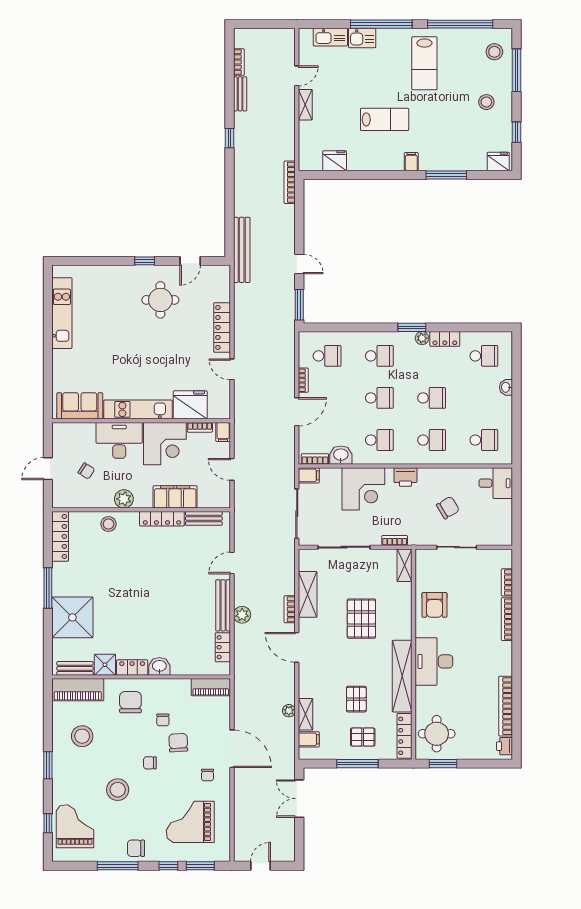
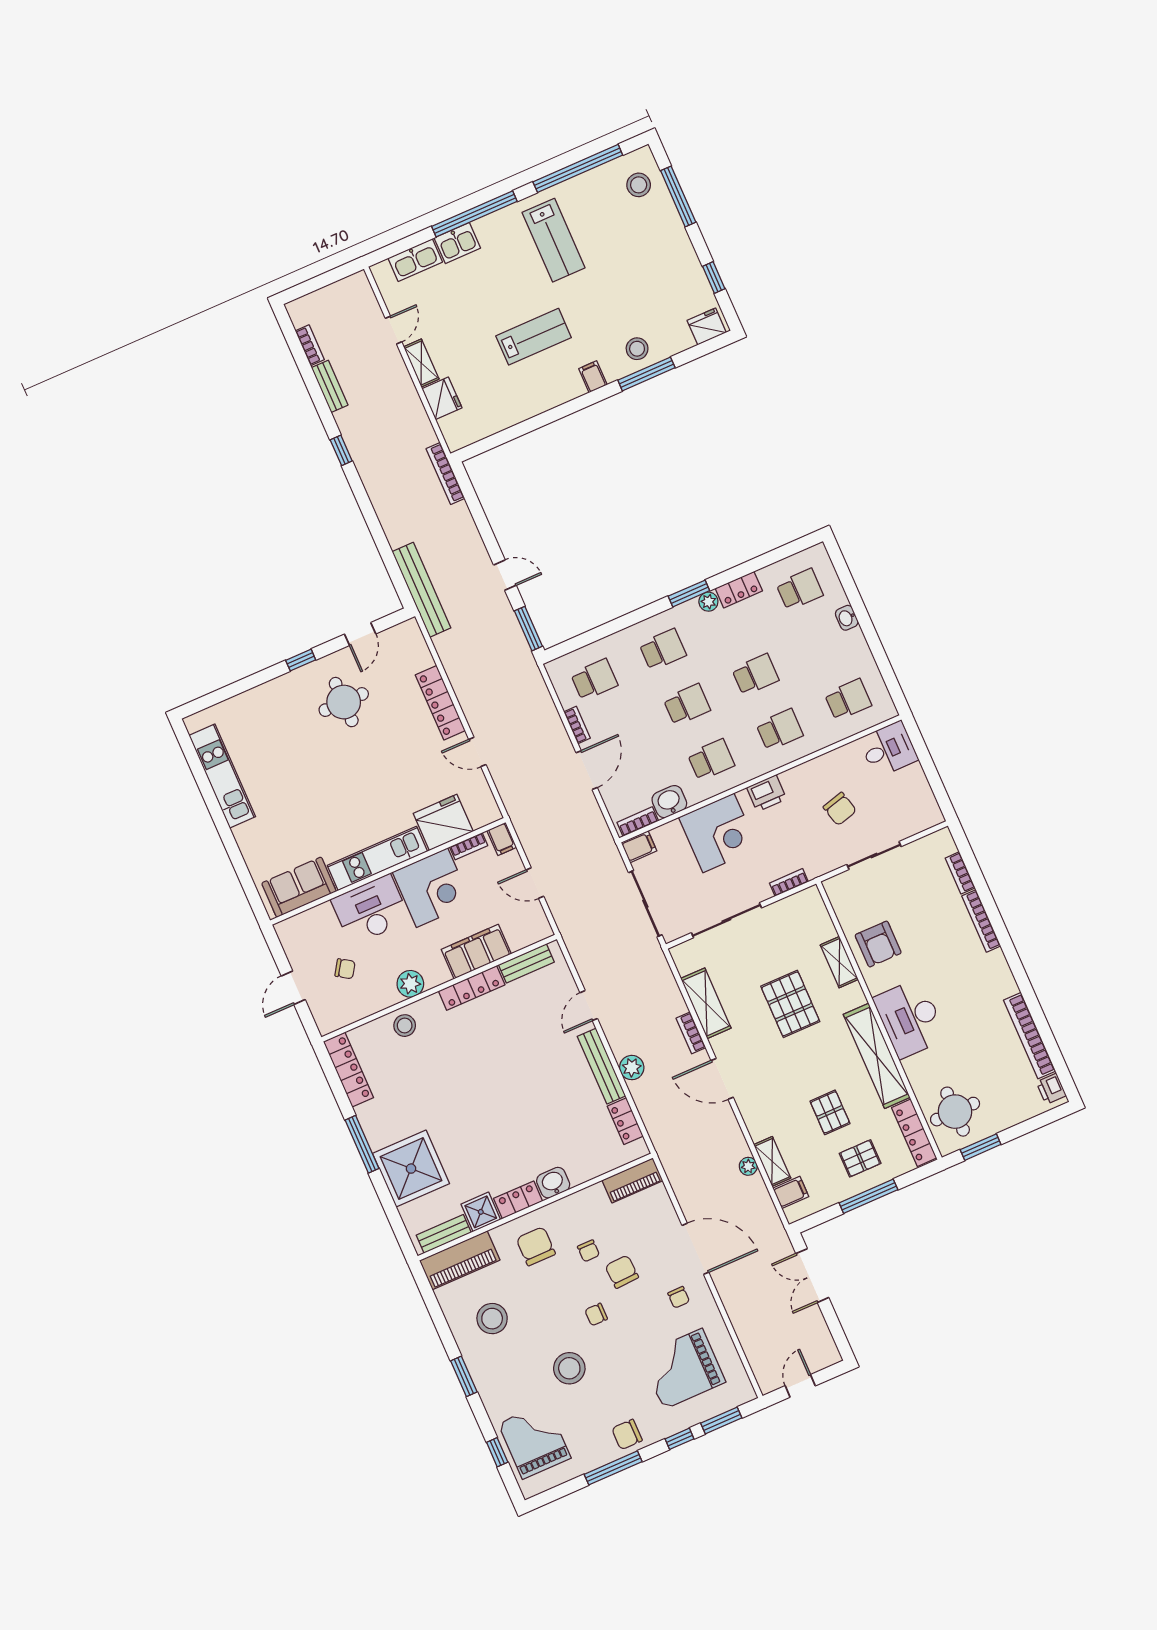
stool: (486, 102) -> (637, 349), moved
fridge: (335, 161) -> (442, 398), moved, turned 90
chair: (448, 508) -> (840, 809), turned 106
shelving: (405, 565) -> (839, 962), moved

